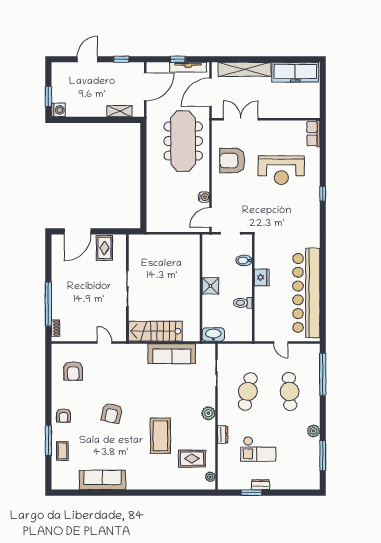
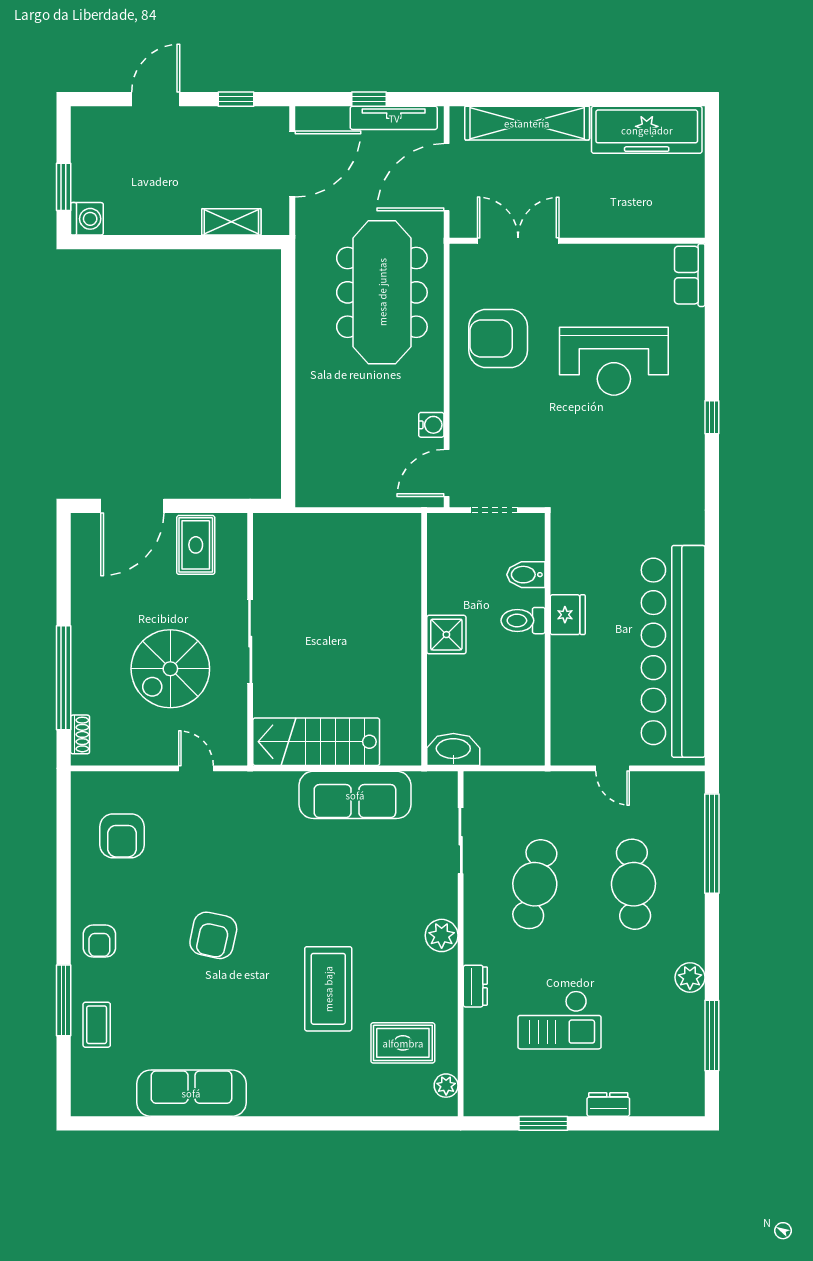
spiral stairs: (94, 300) -> (170, 669), added
toilet: (243, 303) -> (523, 621), moved
dresser: (260, 485) -> (608, 1104), moved

